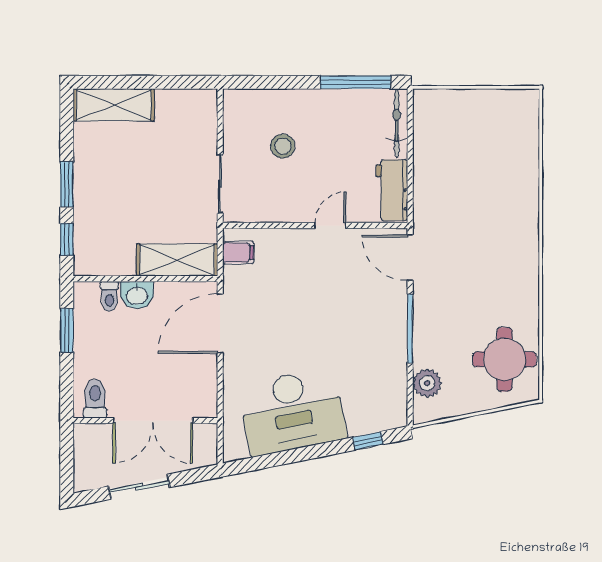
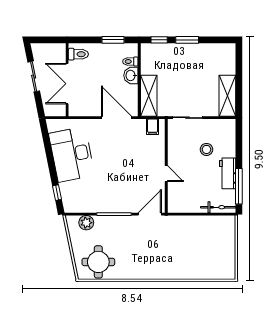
shelving: (114, 105) -> (227, 96), moved
workbench: (392, 190) -> (228, 173), moved, turned -90

